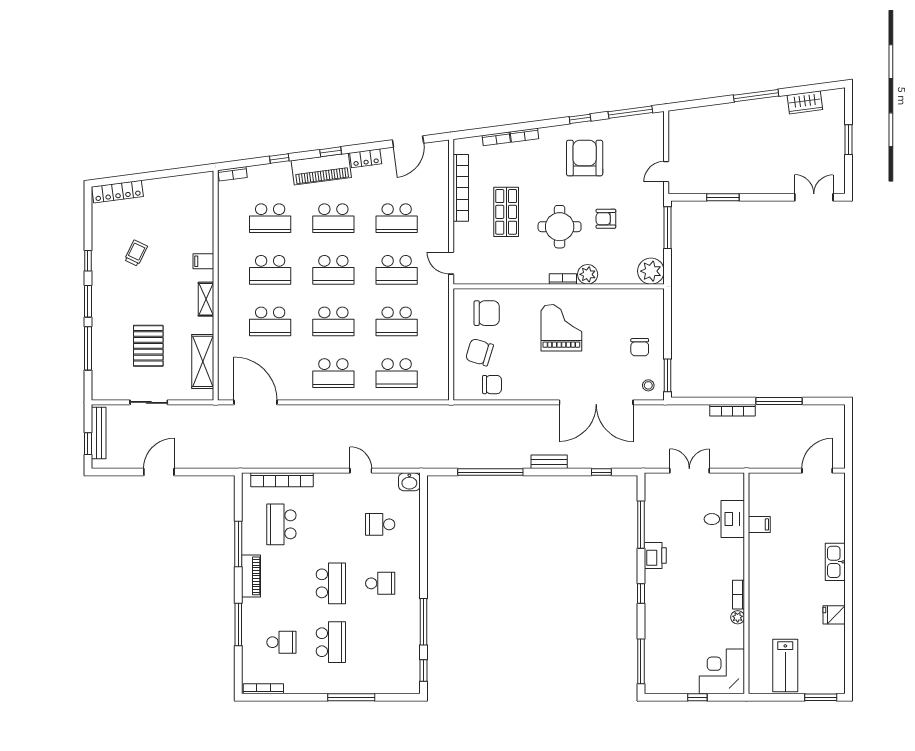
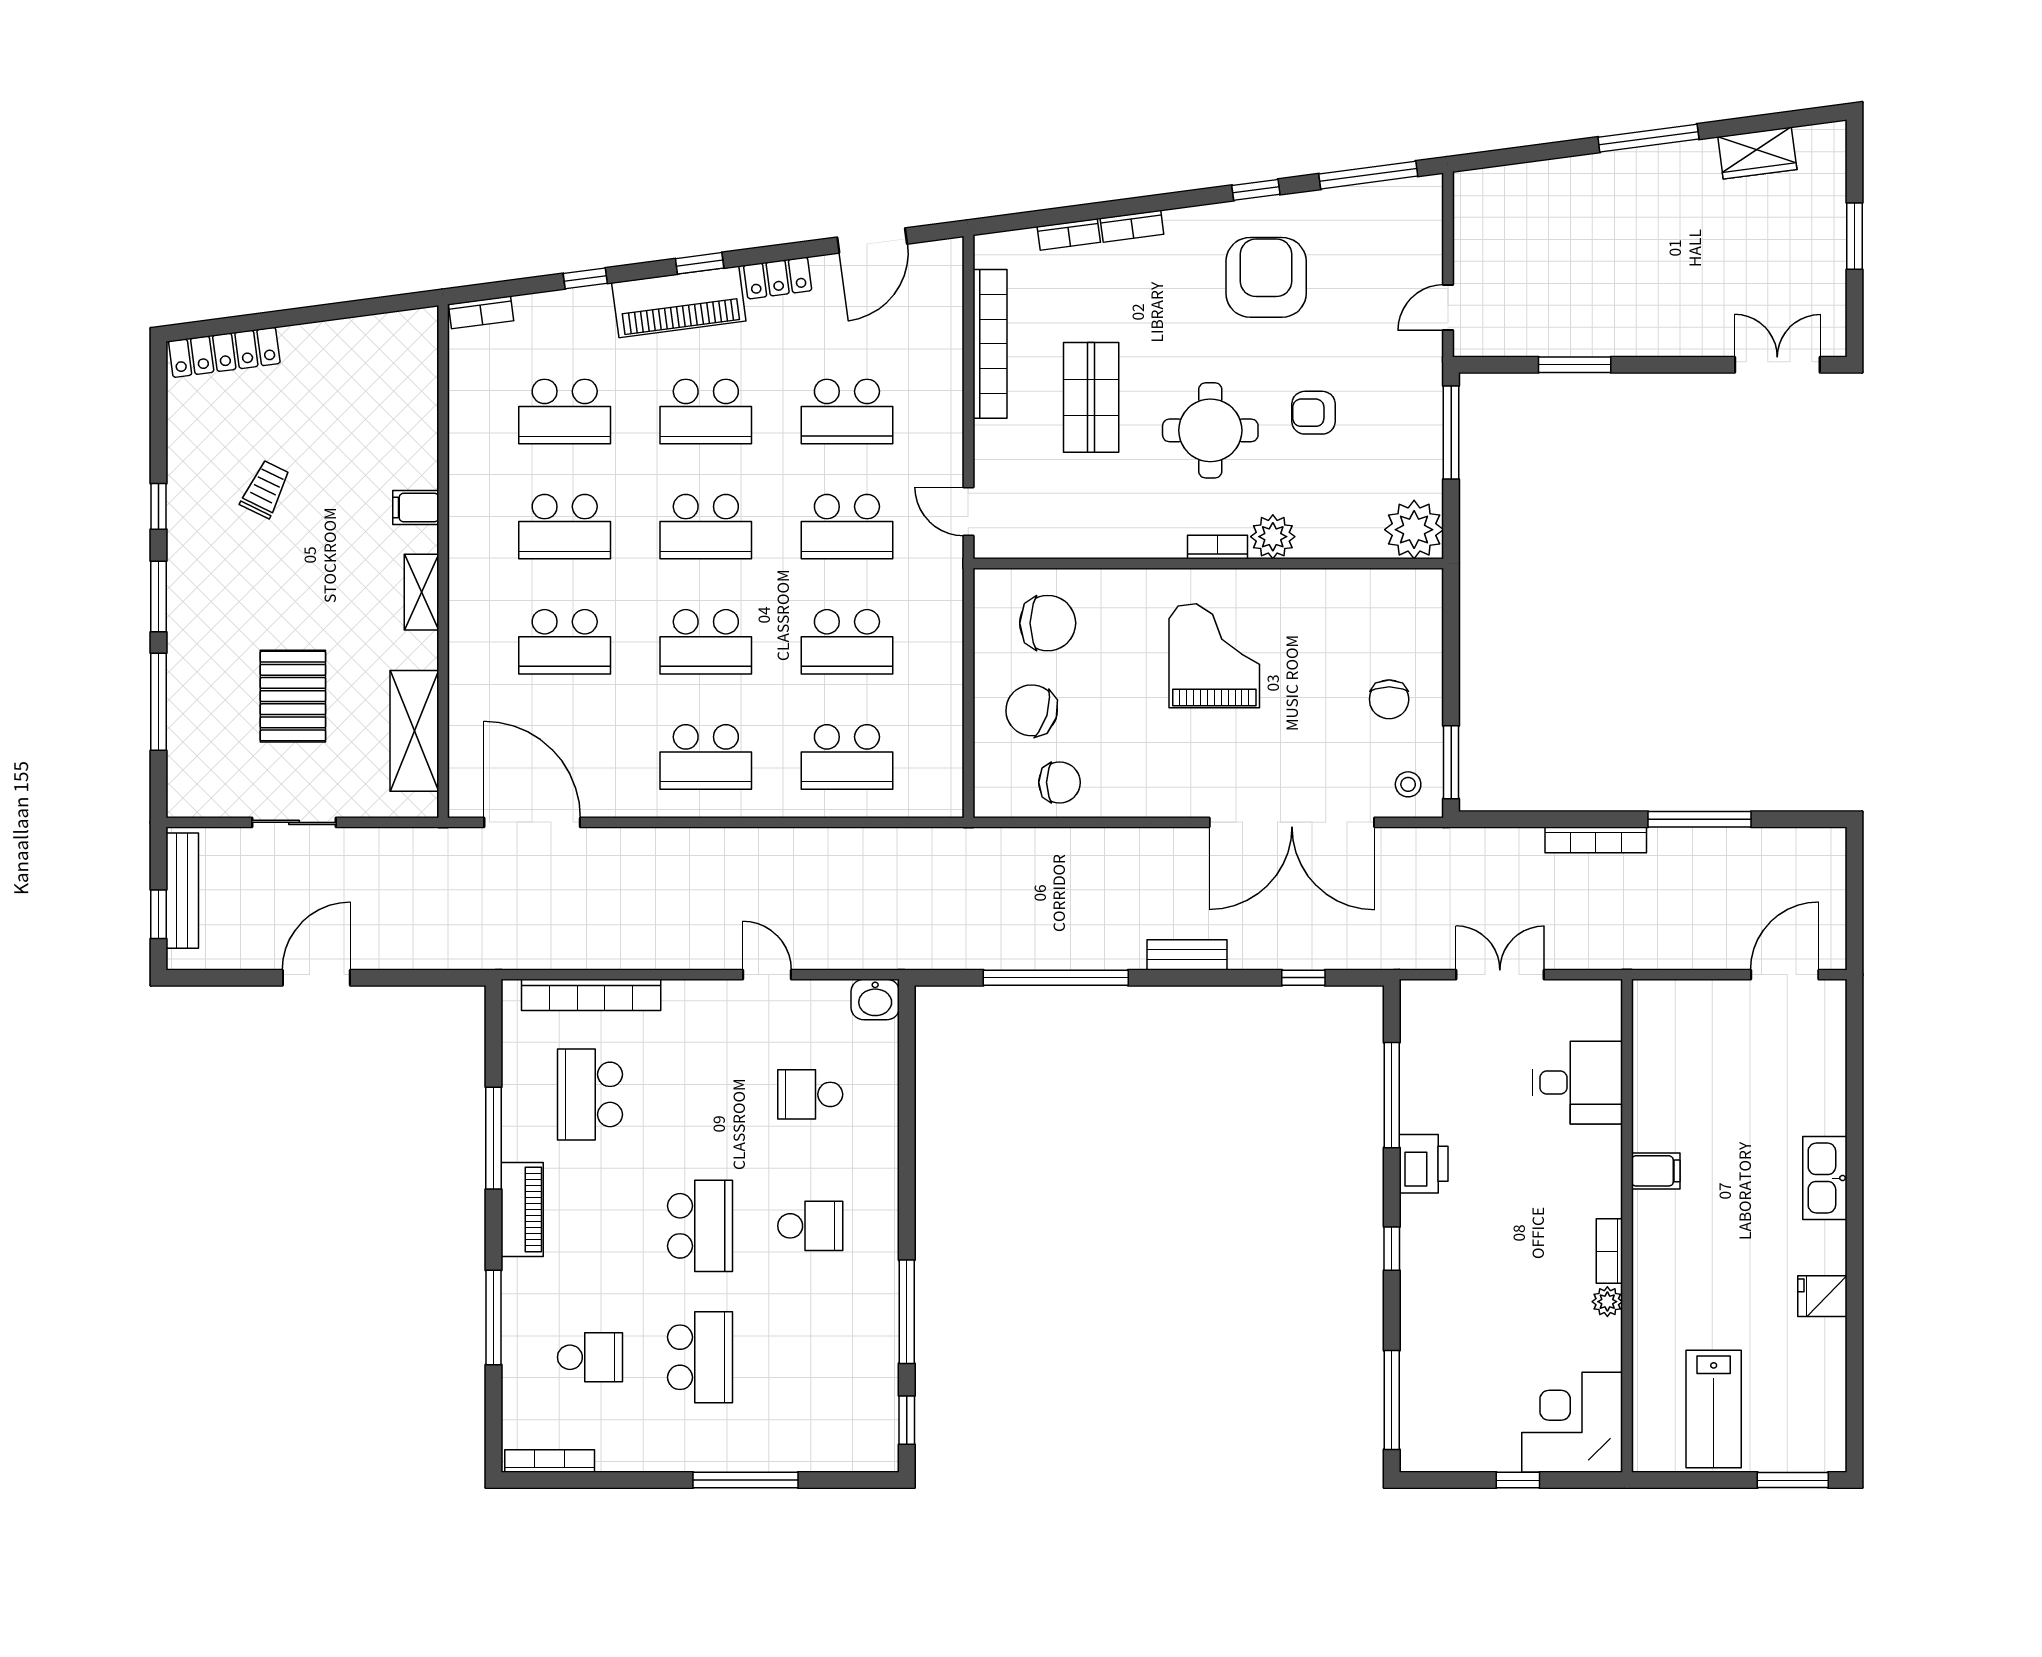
filing cabinet: (759, 524) -> (1656, 1171), moved

